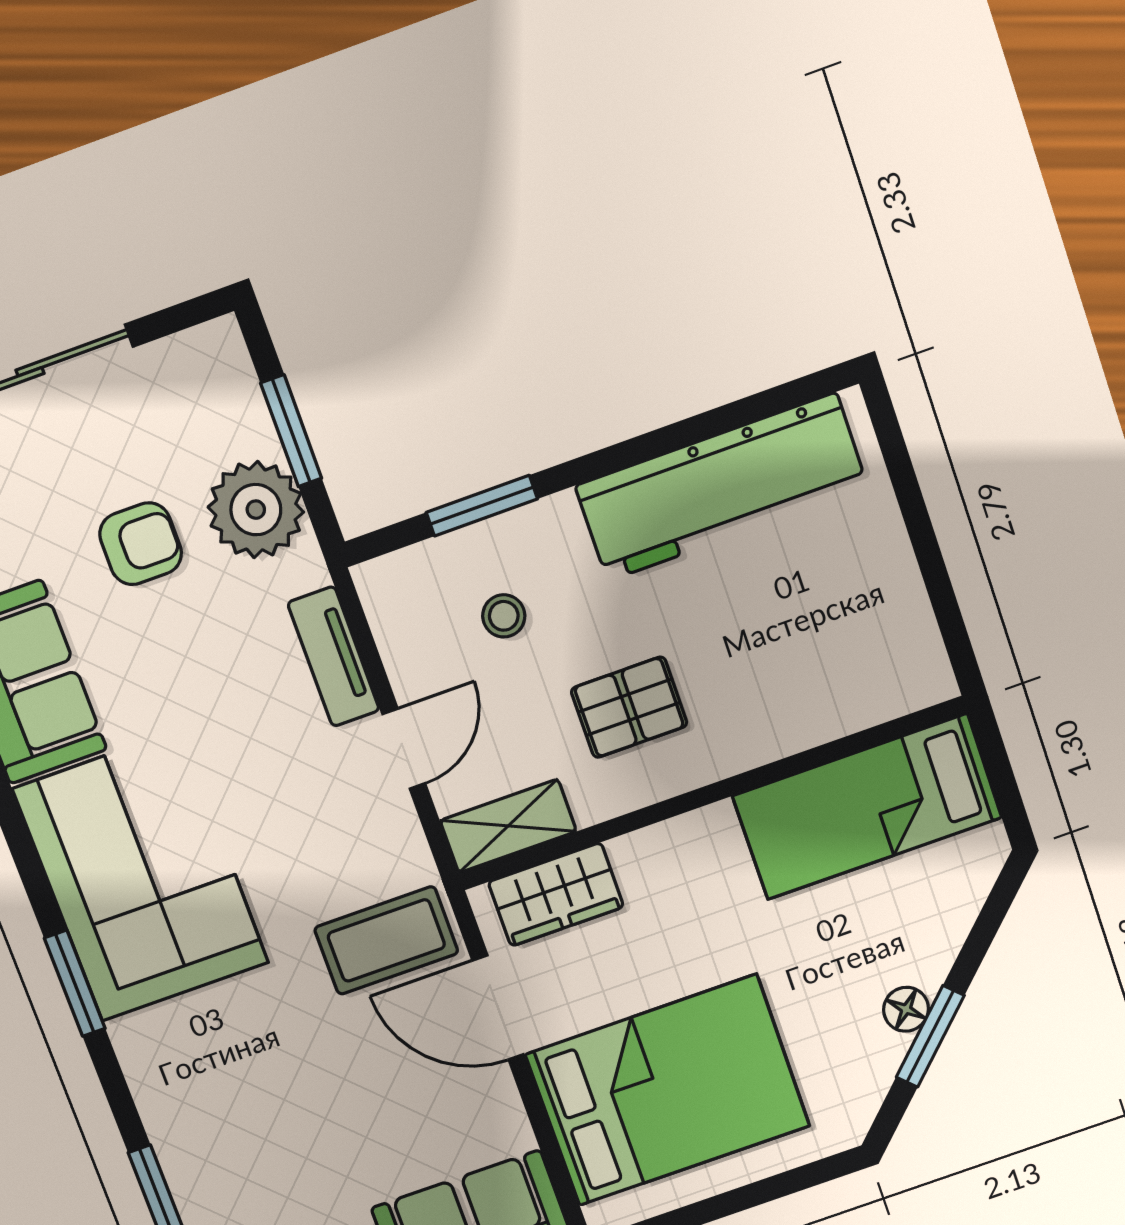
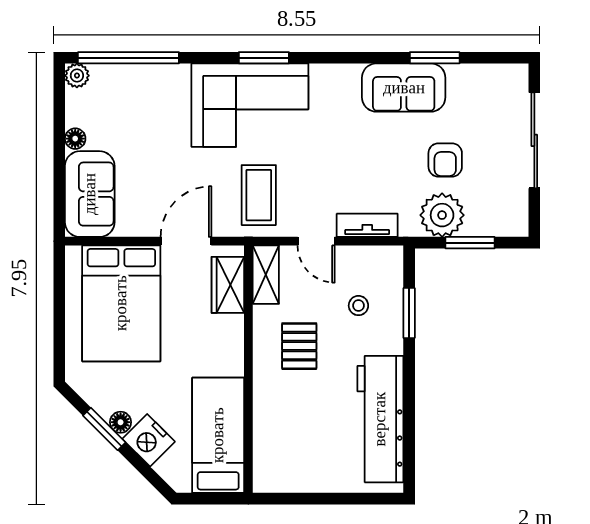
corner sofa: (141, 876) -> (250, 105), moved
coffee table: (386, 940) -> (259, 195), moved
nightstand: (924, 942) -> (149, 440), added

